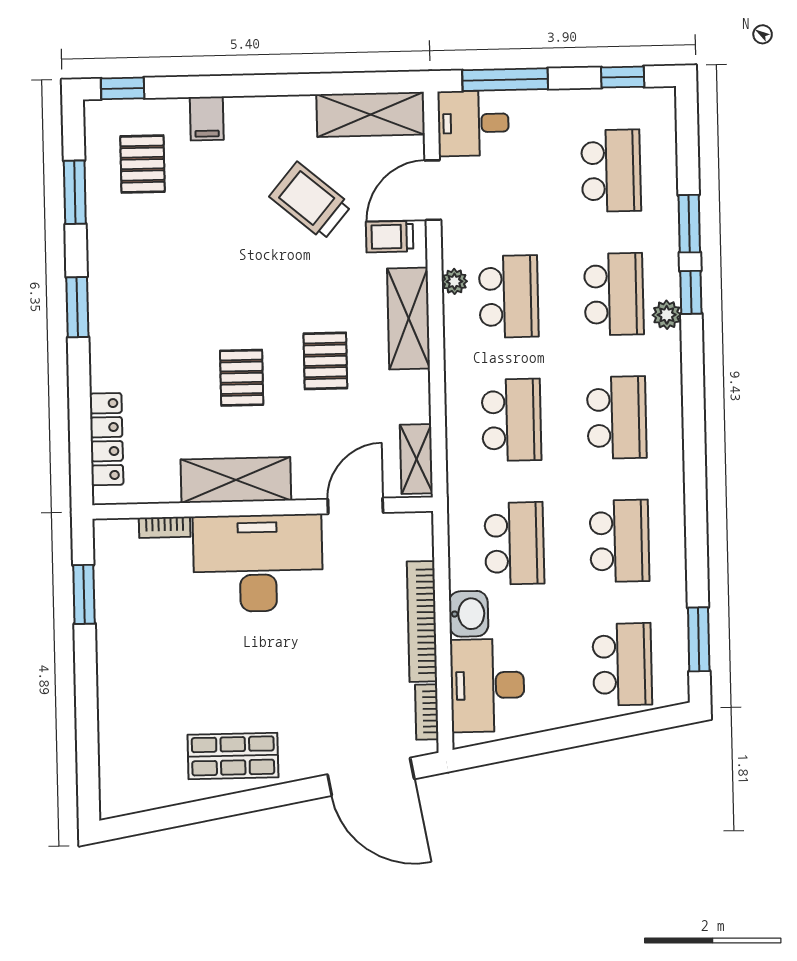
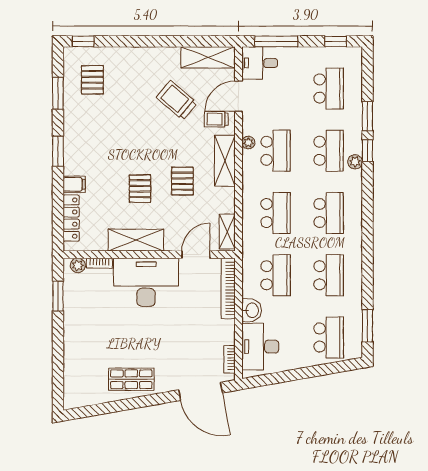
filing cabinet: (207, 118) -> (74, 184), moved, turned -90
plant: (122, 533) -> (78, 265), added
bookcase: (422, 621) -> (228, 288), moved

